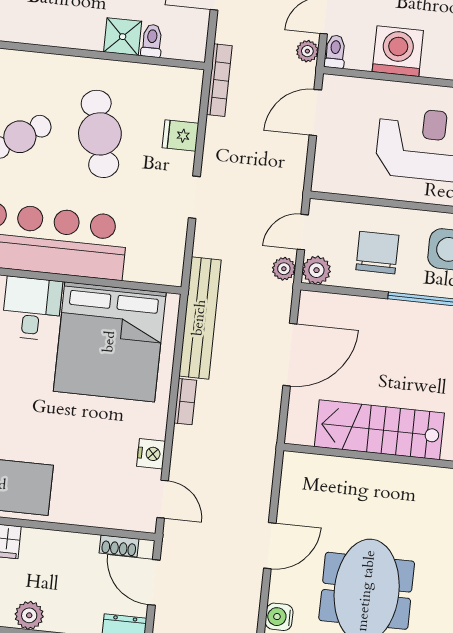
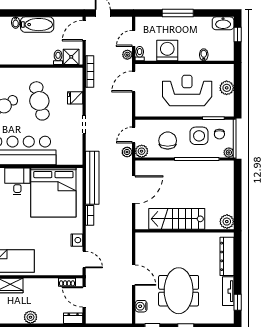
shower: (123, 37) -> (71, 57), moved
door: (270, 546) -> (134, 275), hinge flipped

